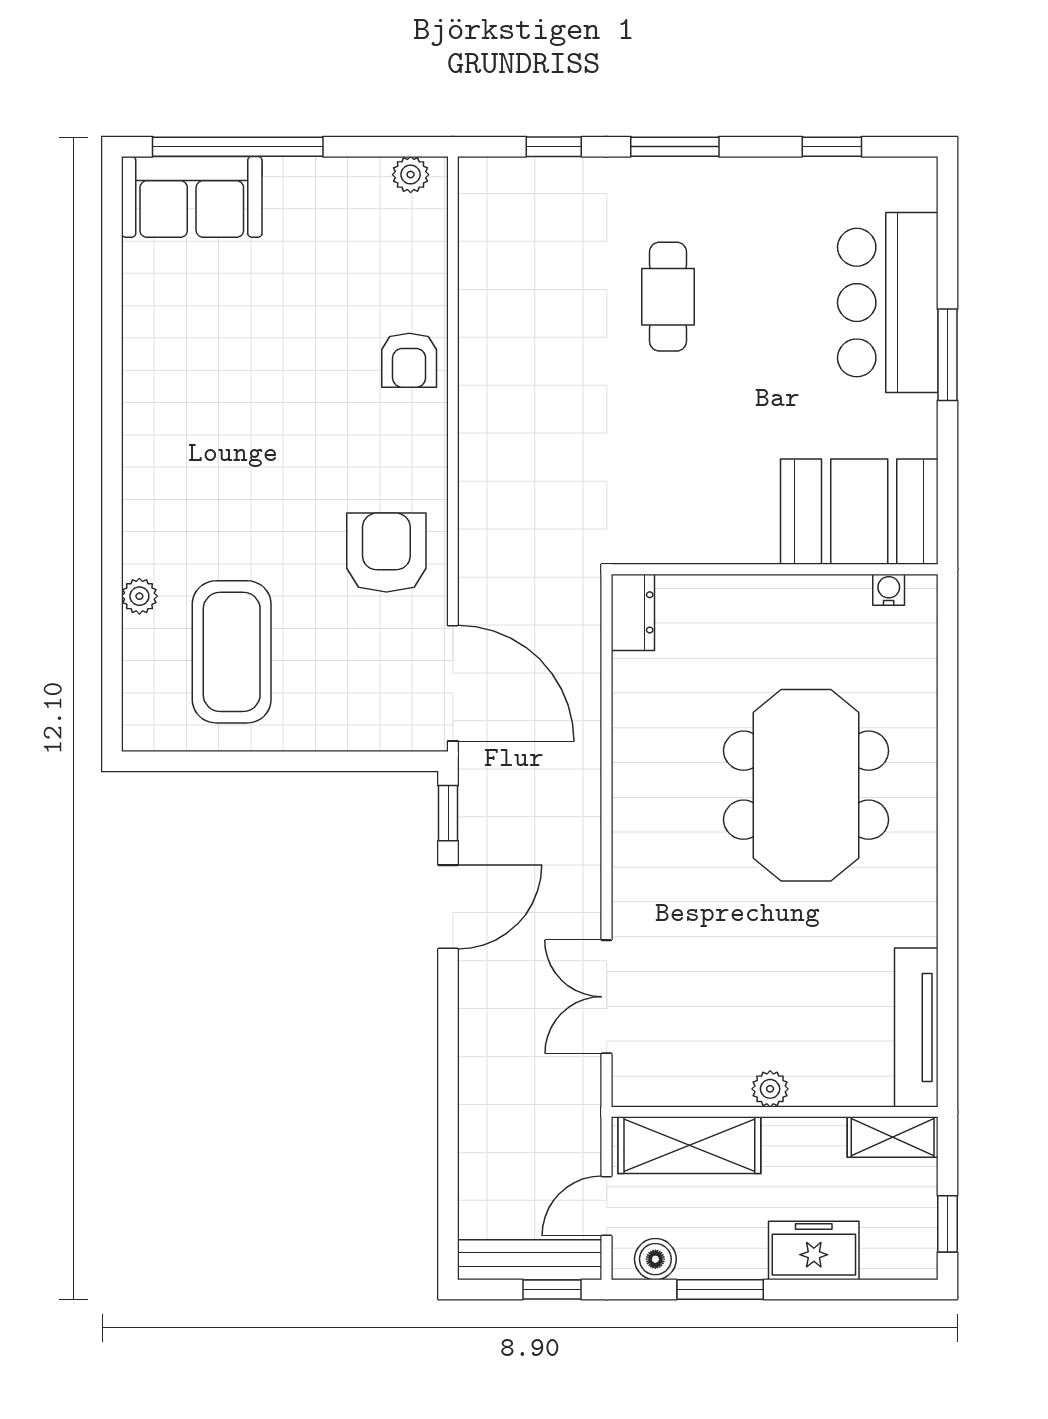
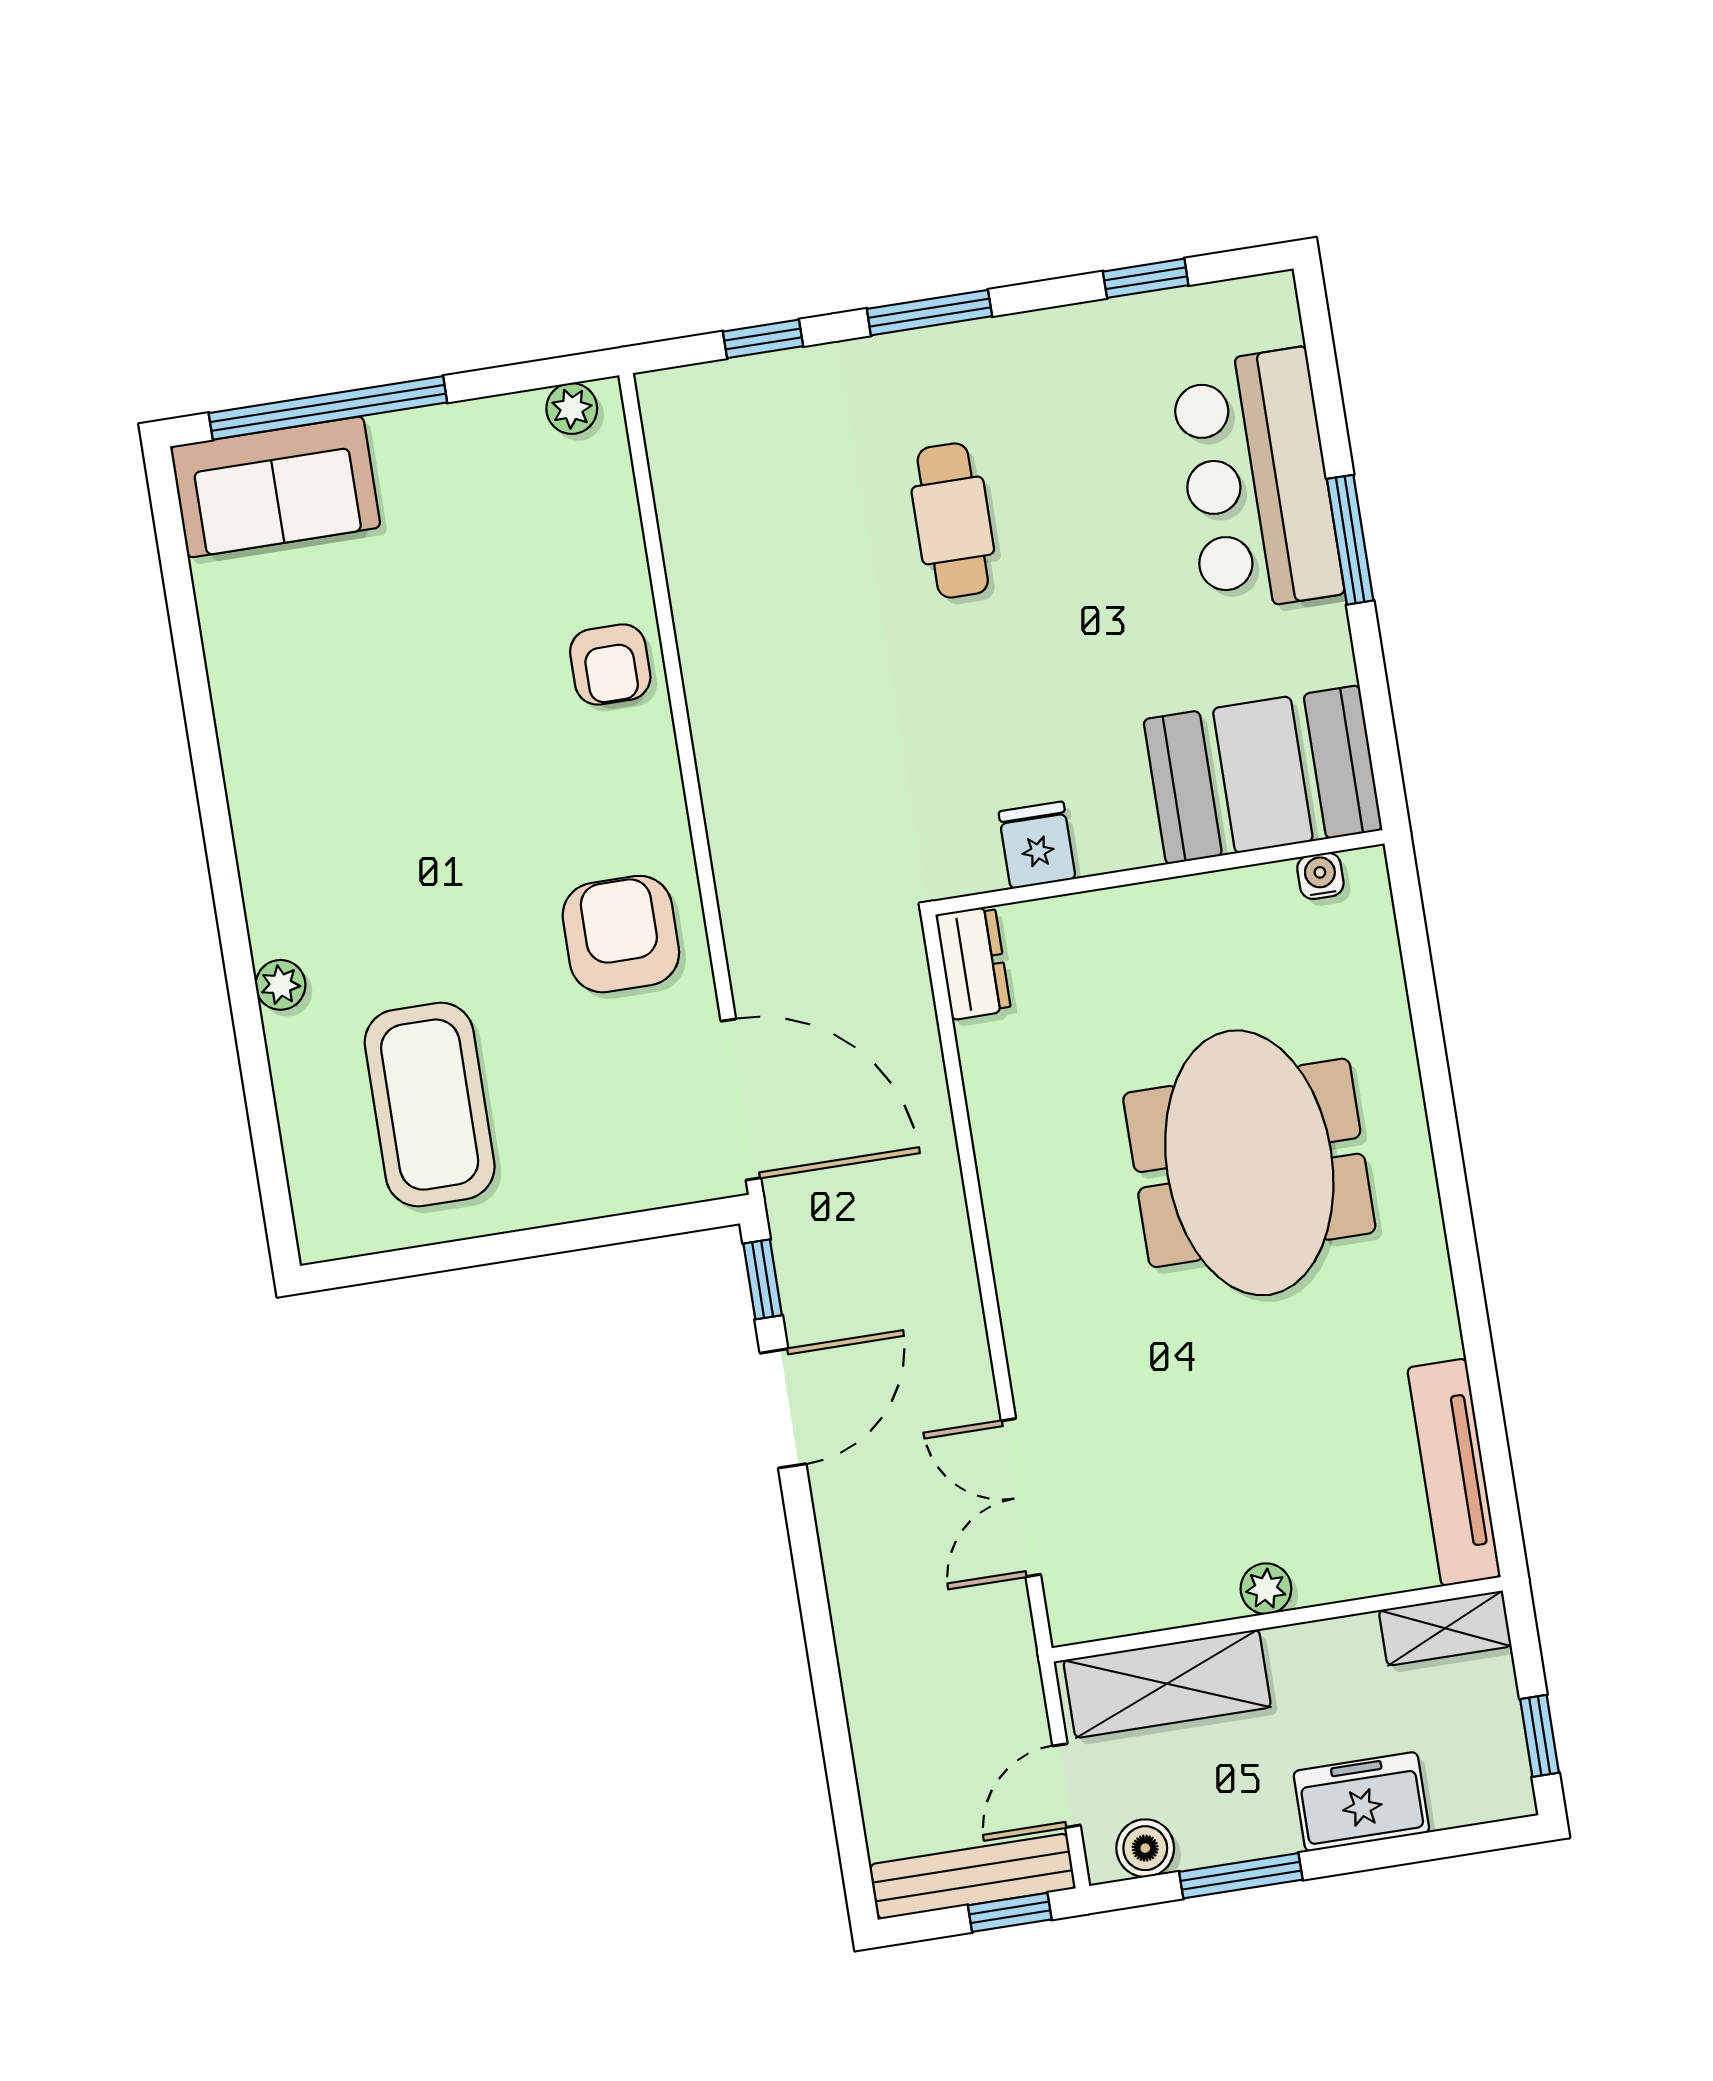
fridge: (691, 536) -> (1037, 845), added
plant: (139, 596) -> (281, 985), moved

